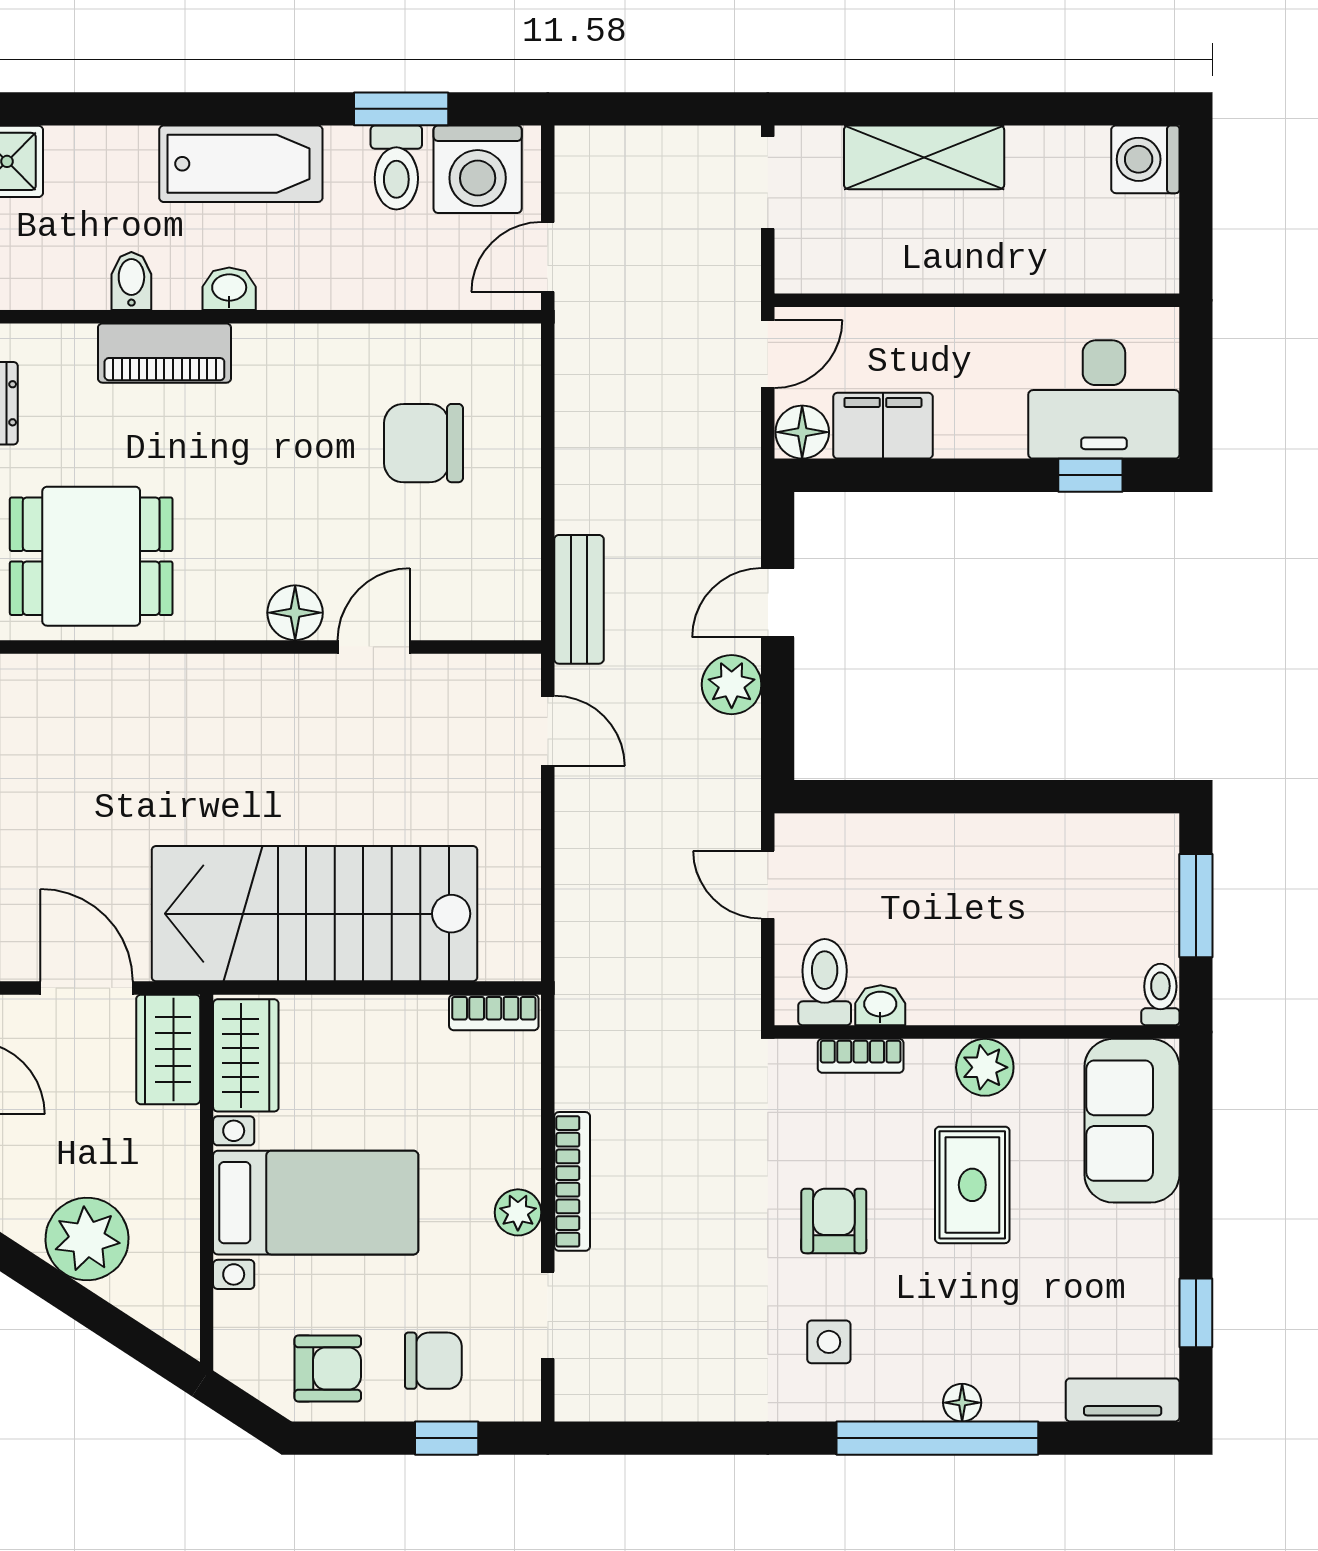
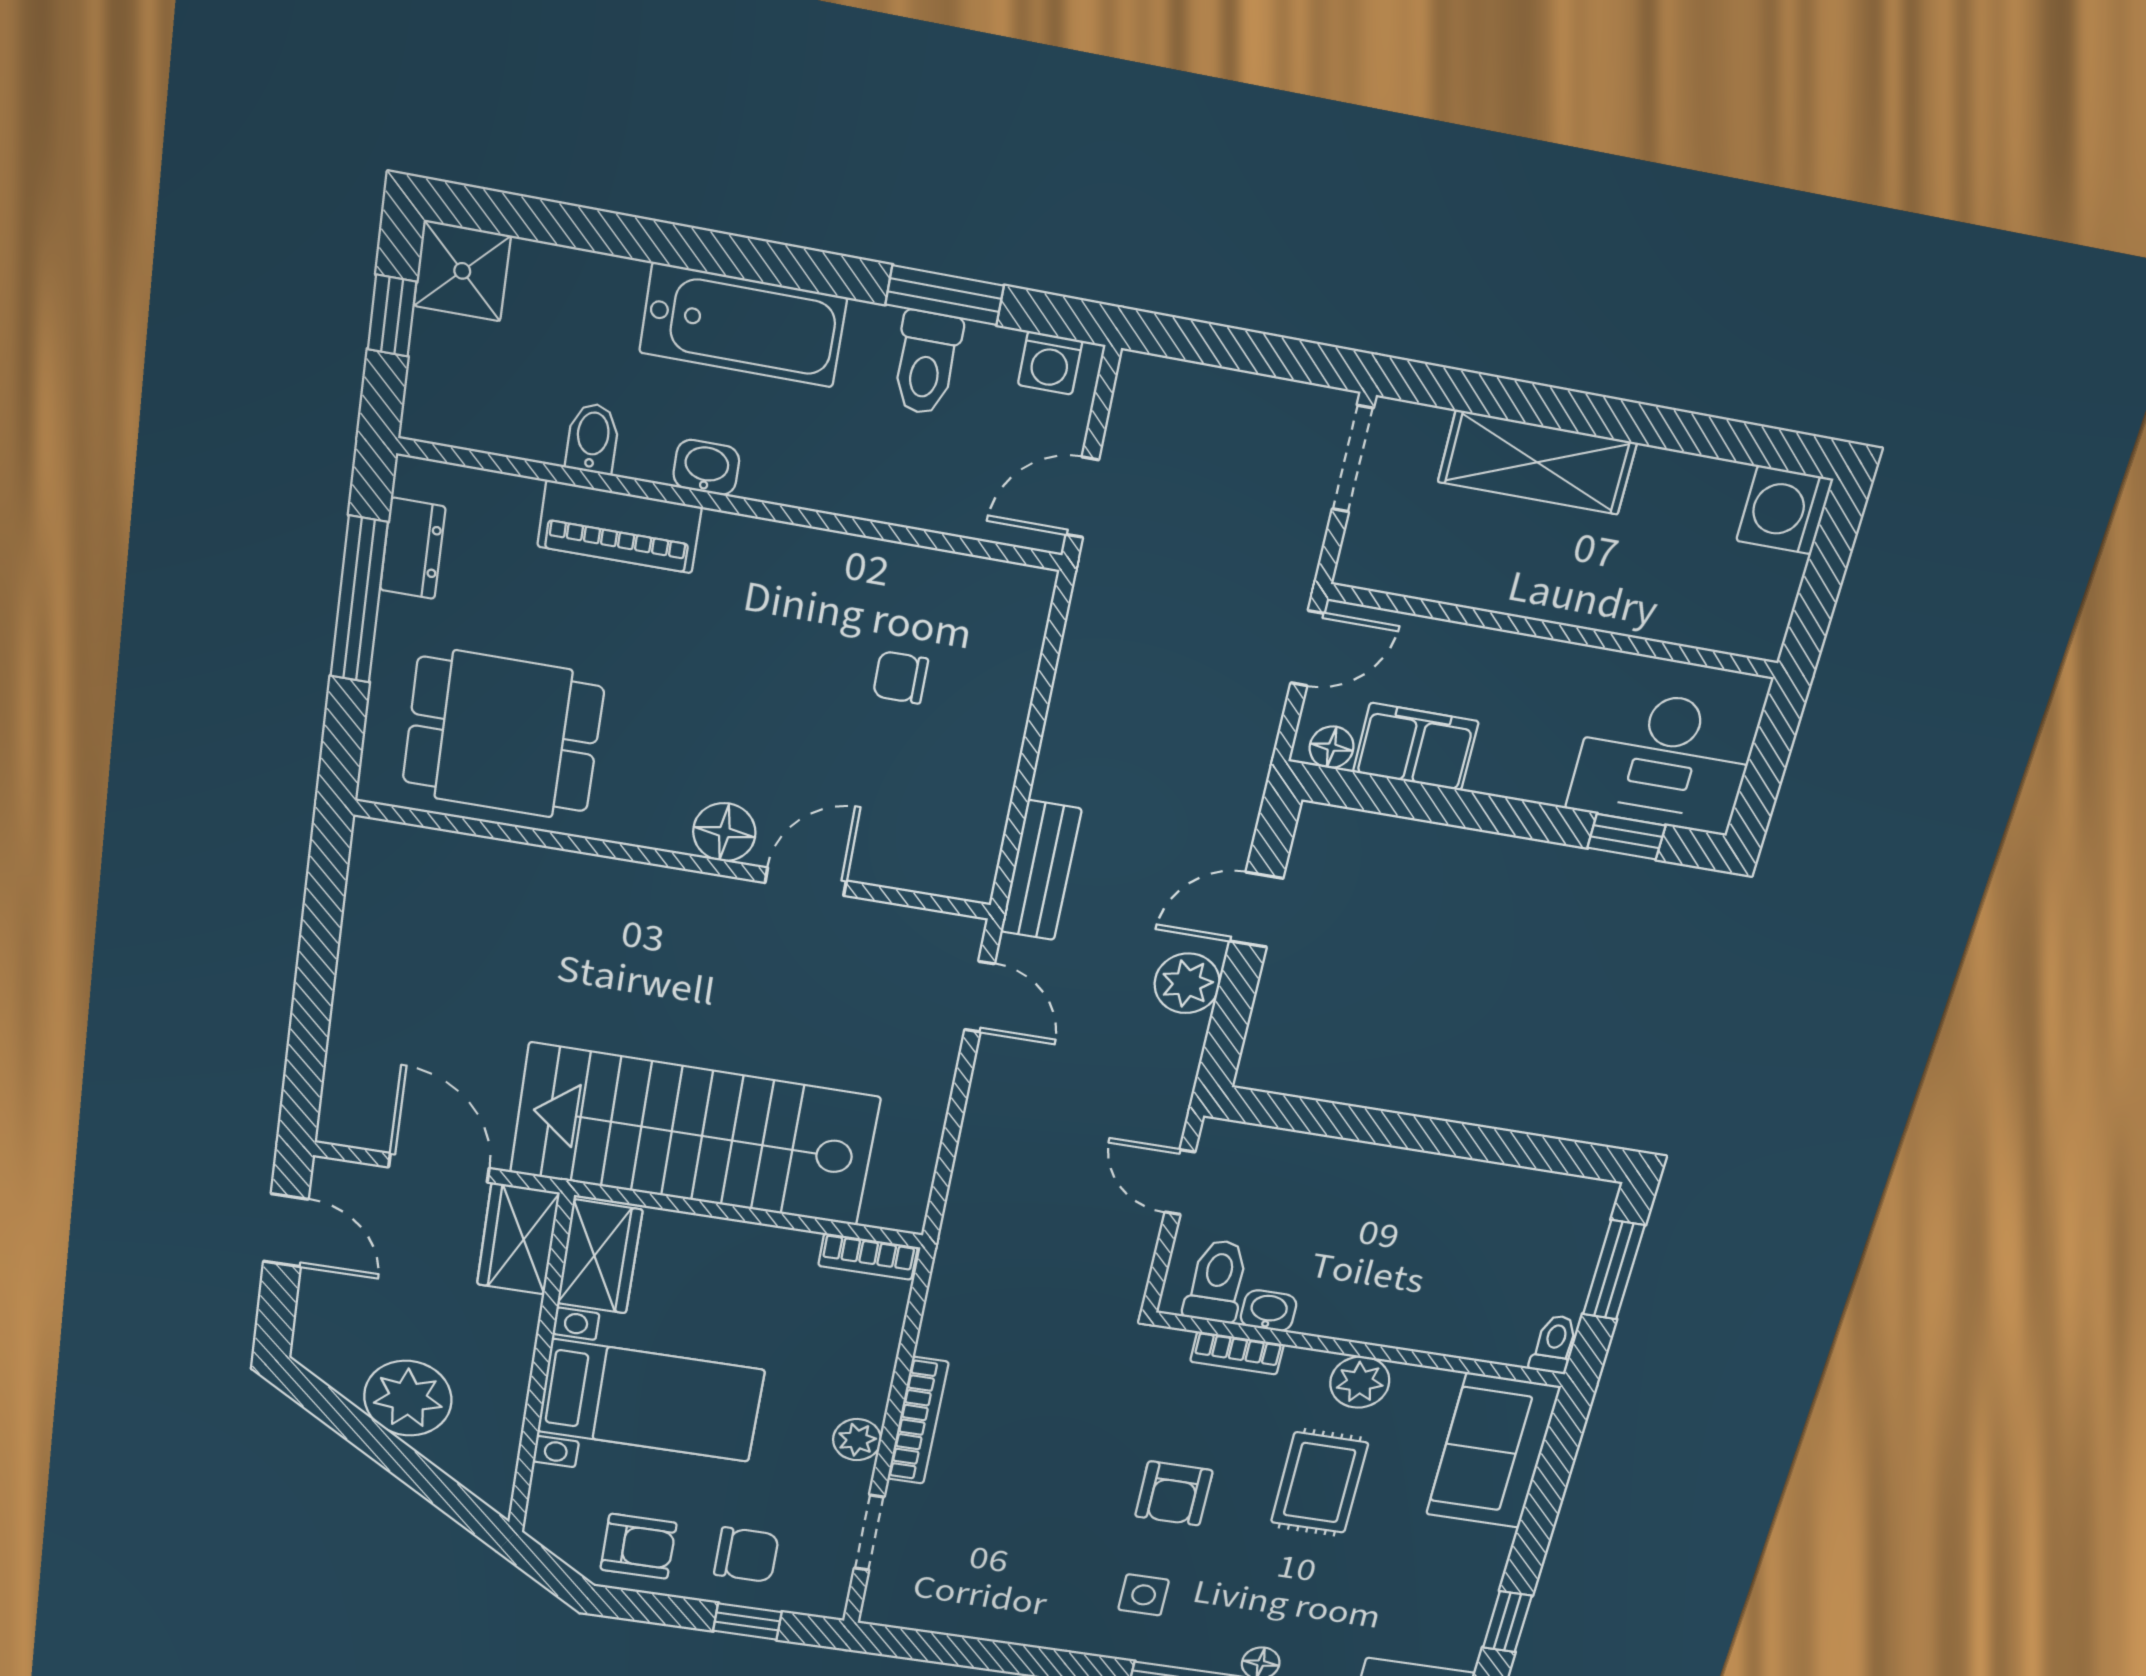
washing machine: (478, 169) -> (1050, 363), width x0.53, depth x0.53
floor lamp: (802, 432) -> (1332, 747), width x0.73, depth x0.73
chair: (424, 443) -> (900, 677), width x0.54, depth x0.54
armchair: (834, 1221) -> (1174, 1493), turned 180

